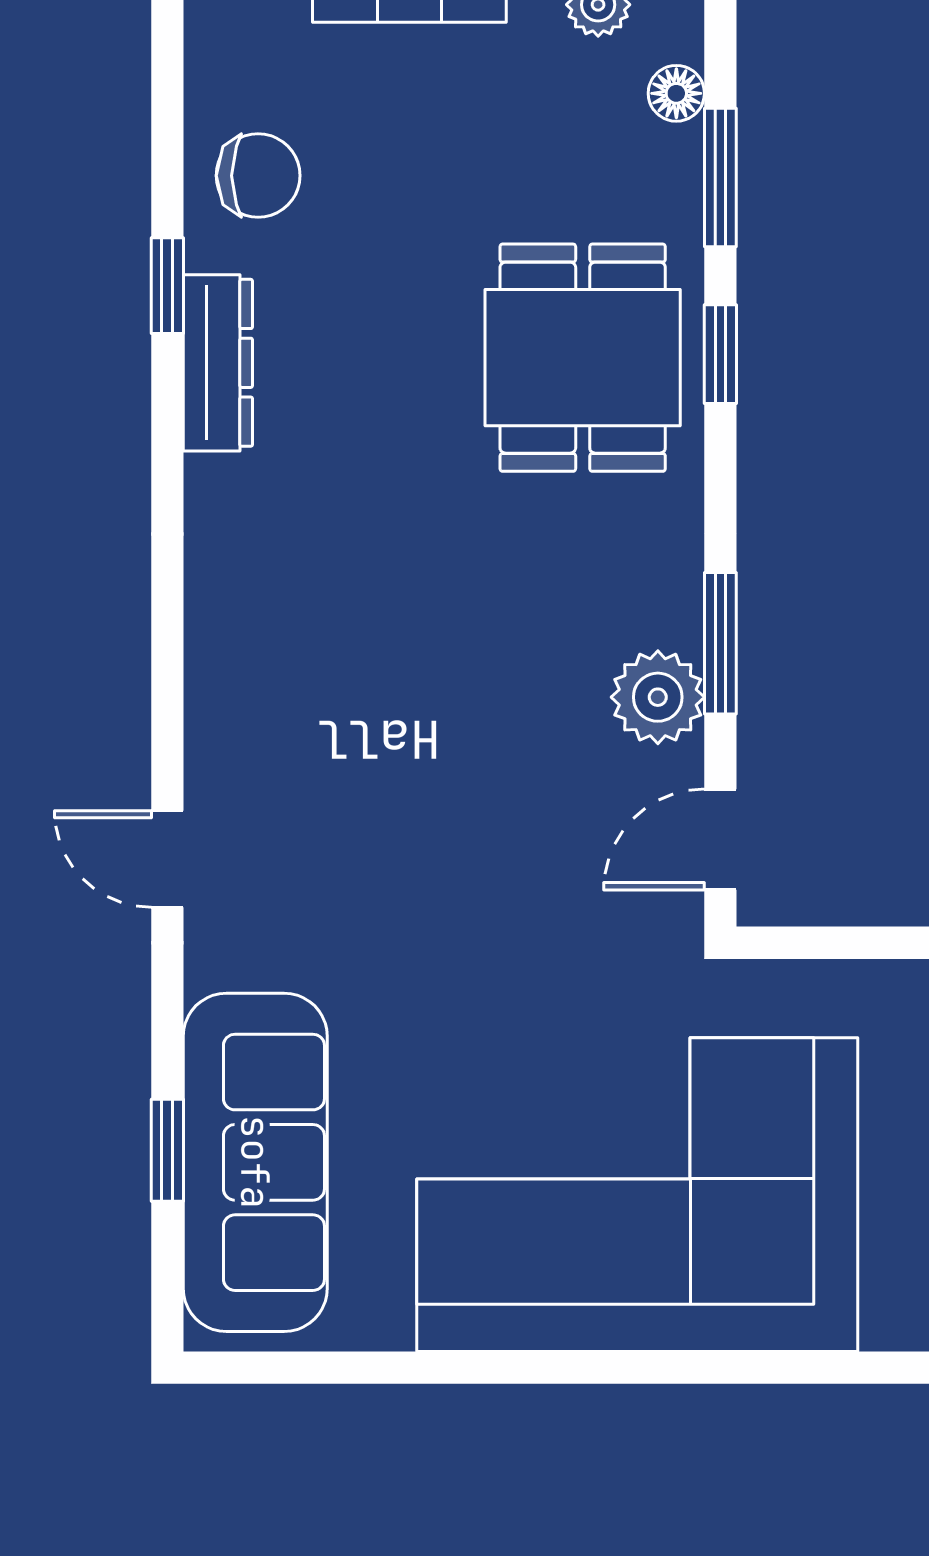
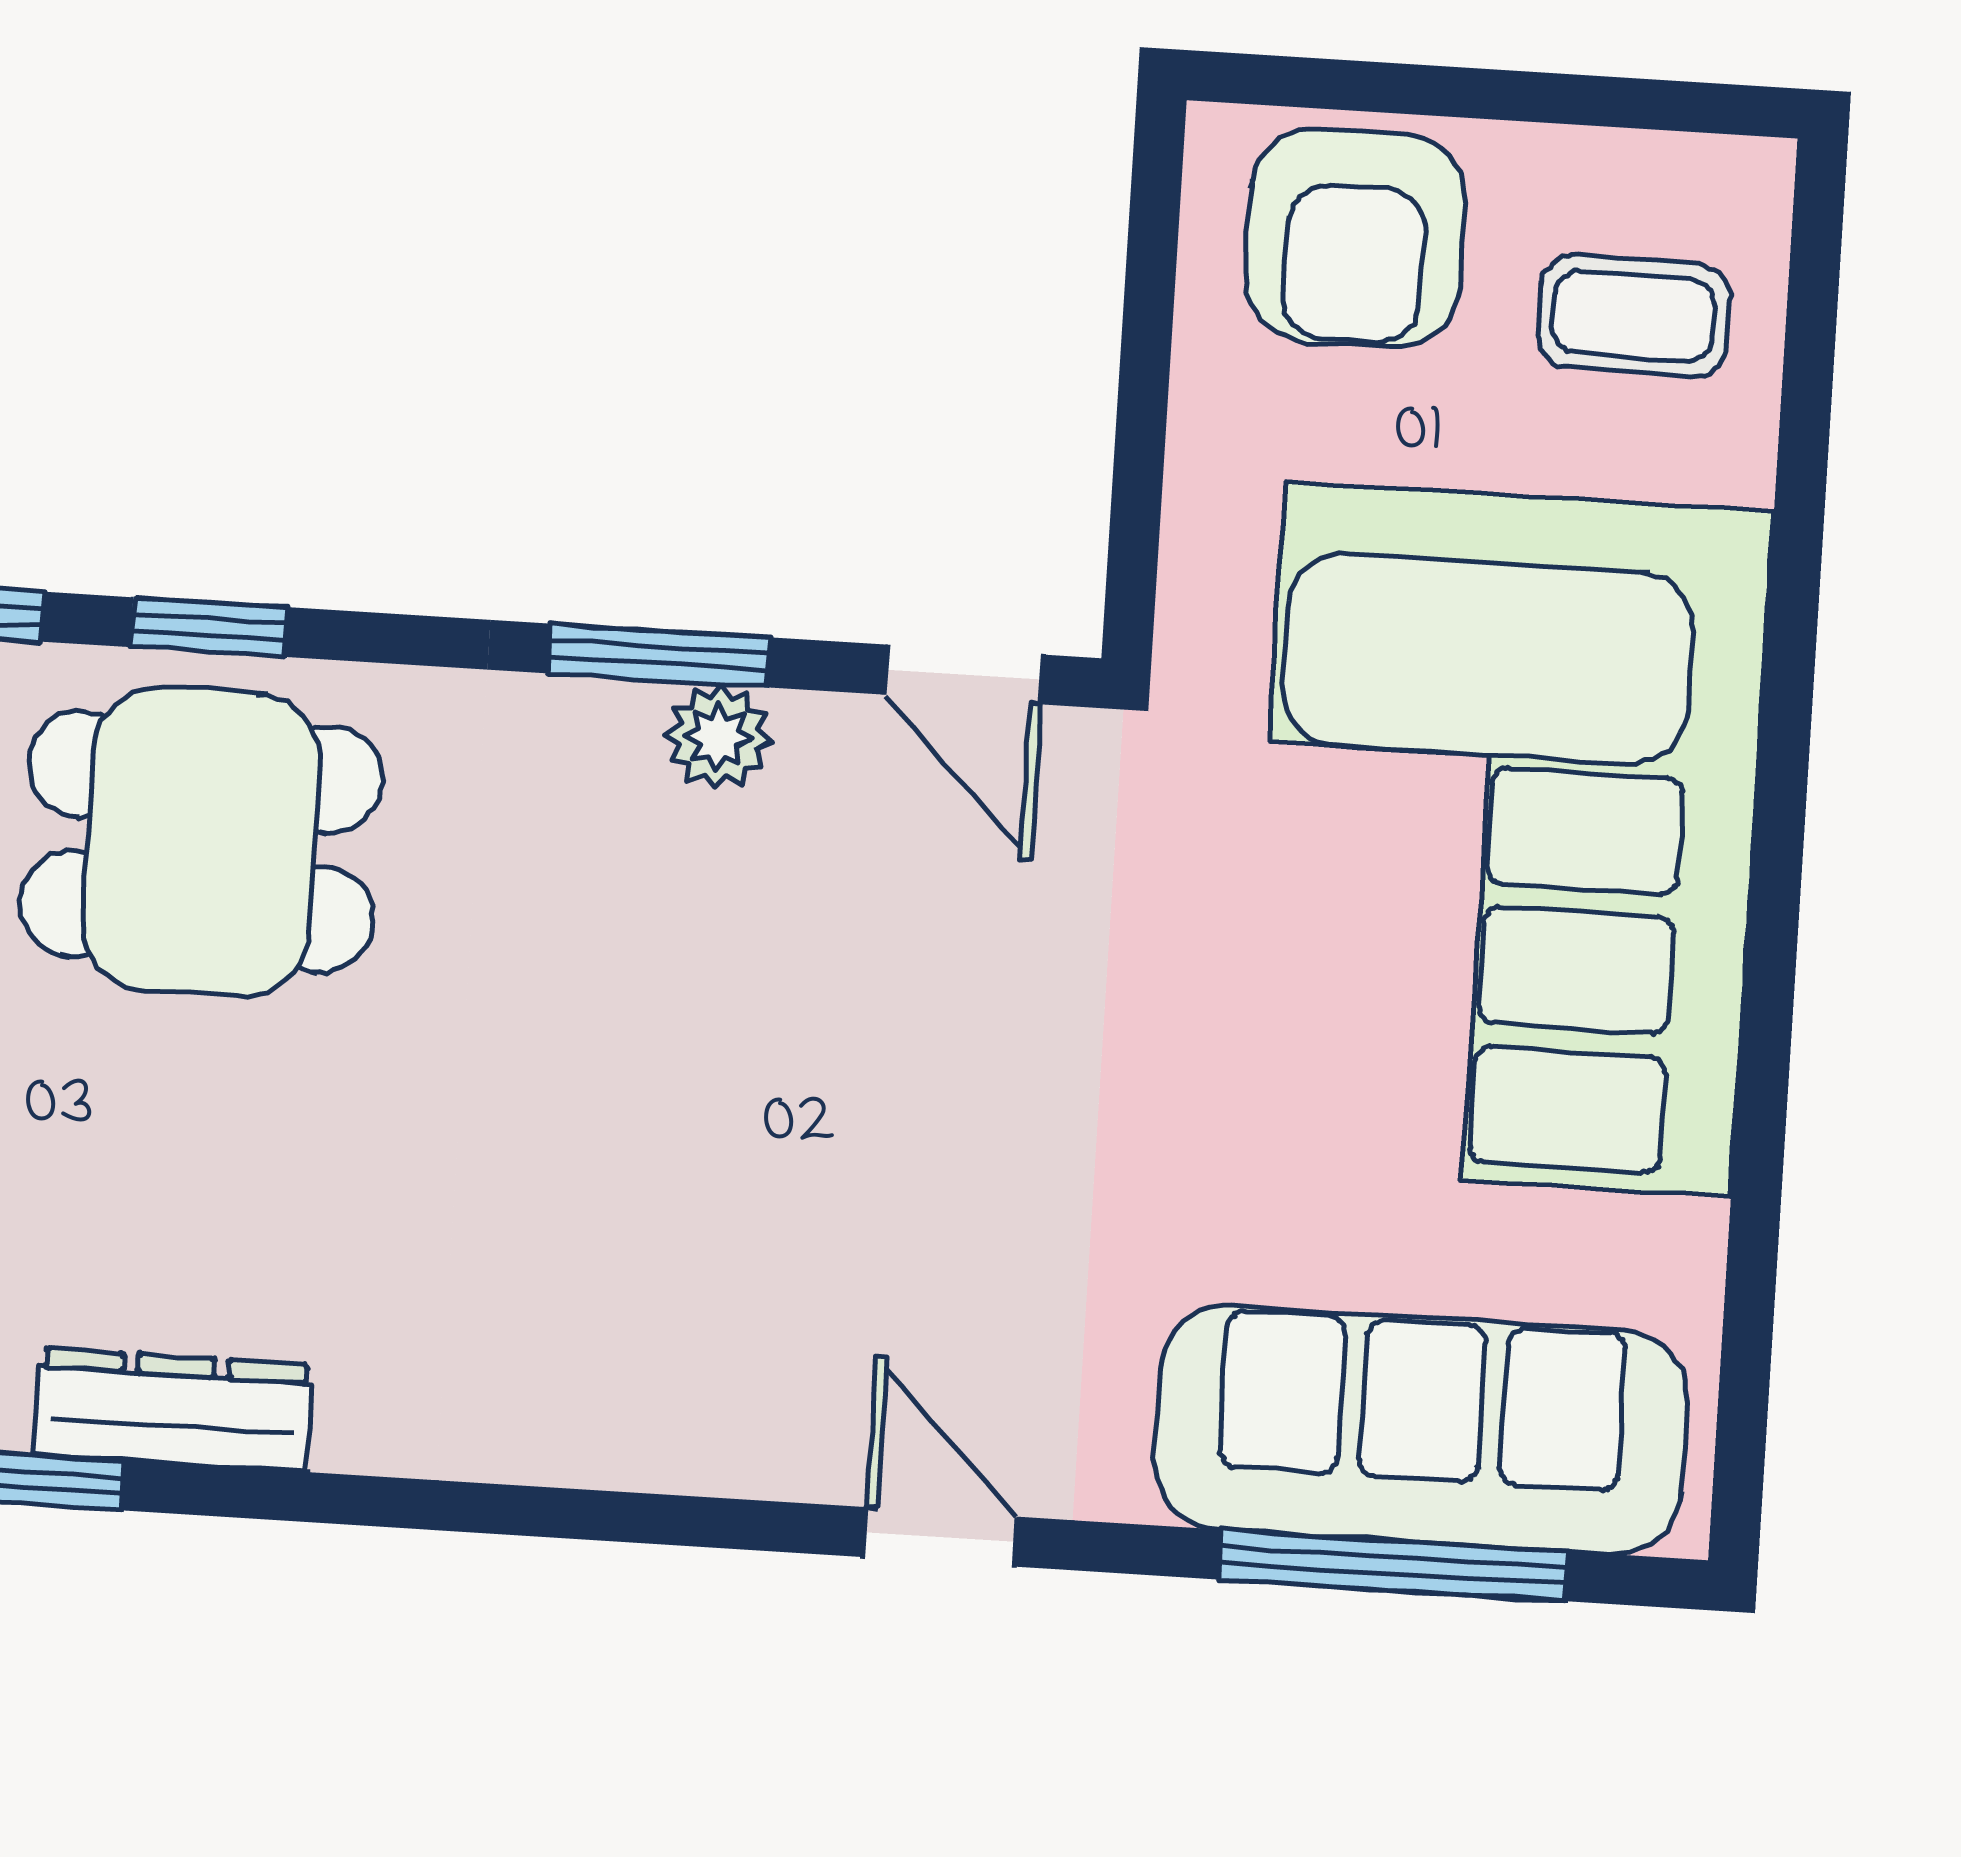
plant: (658, 697) -> (718, 737), width x0.73, depth x0.73
door: (167, 859) -> (940, 1537), swing flipped
window: (167, 1150) -> (1393, 1565), width x2.17

